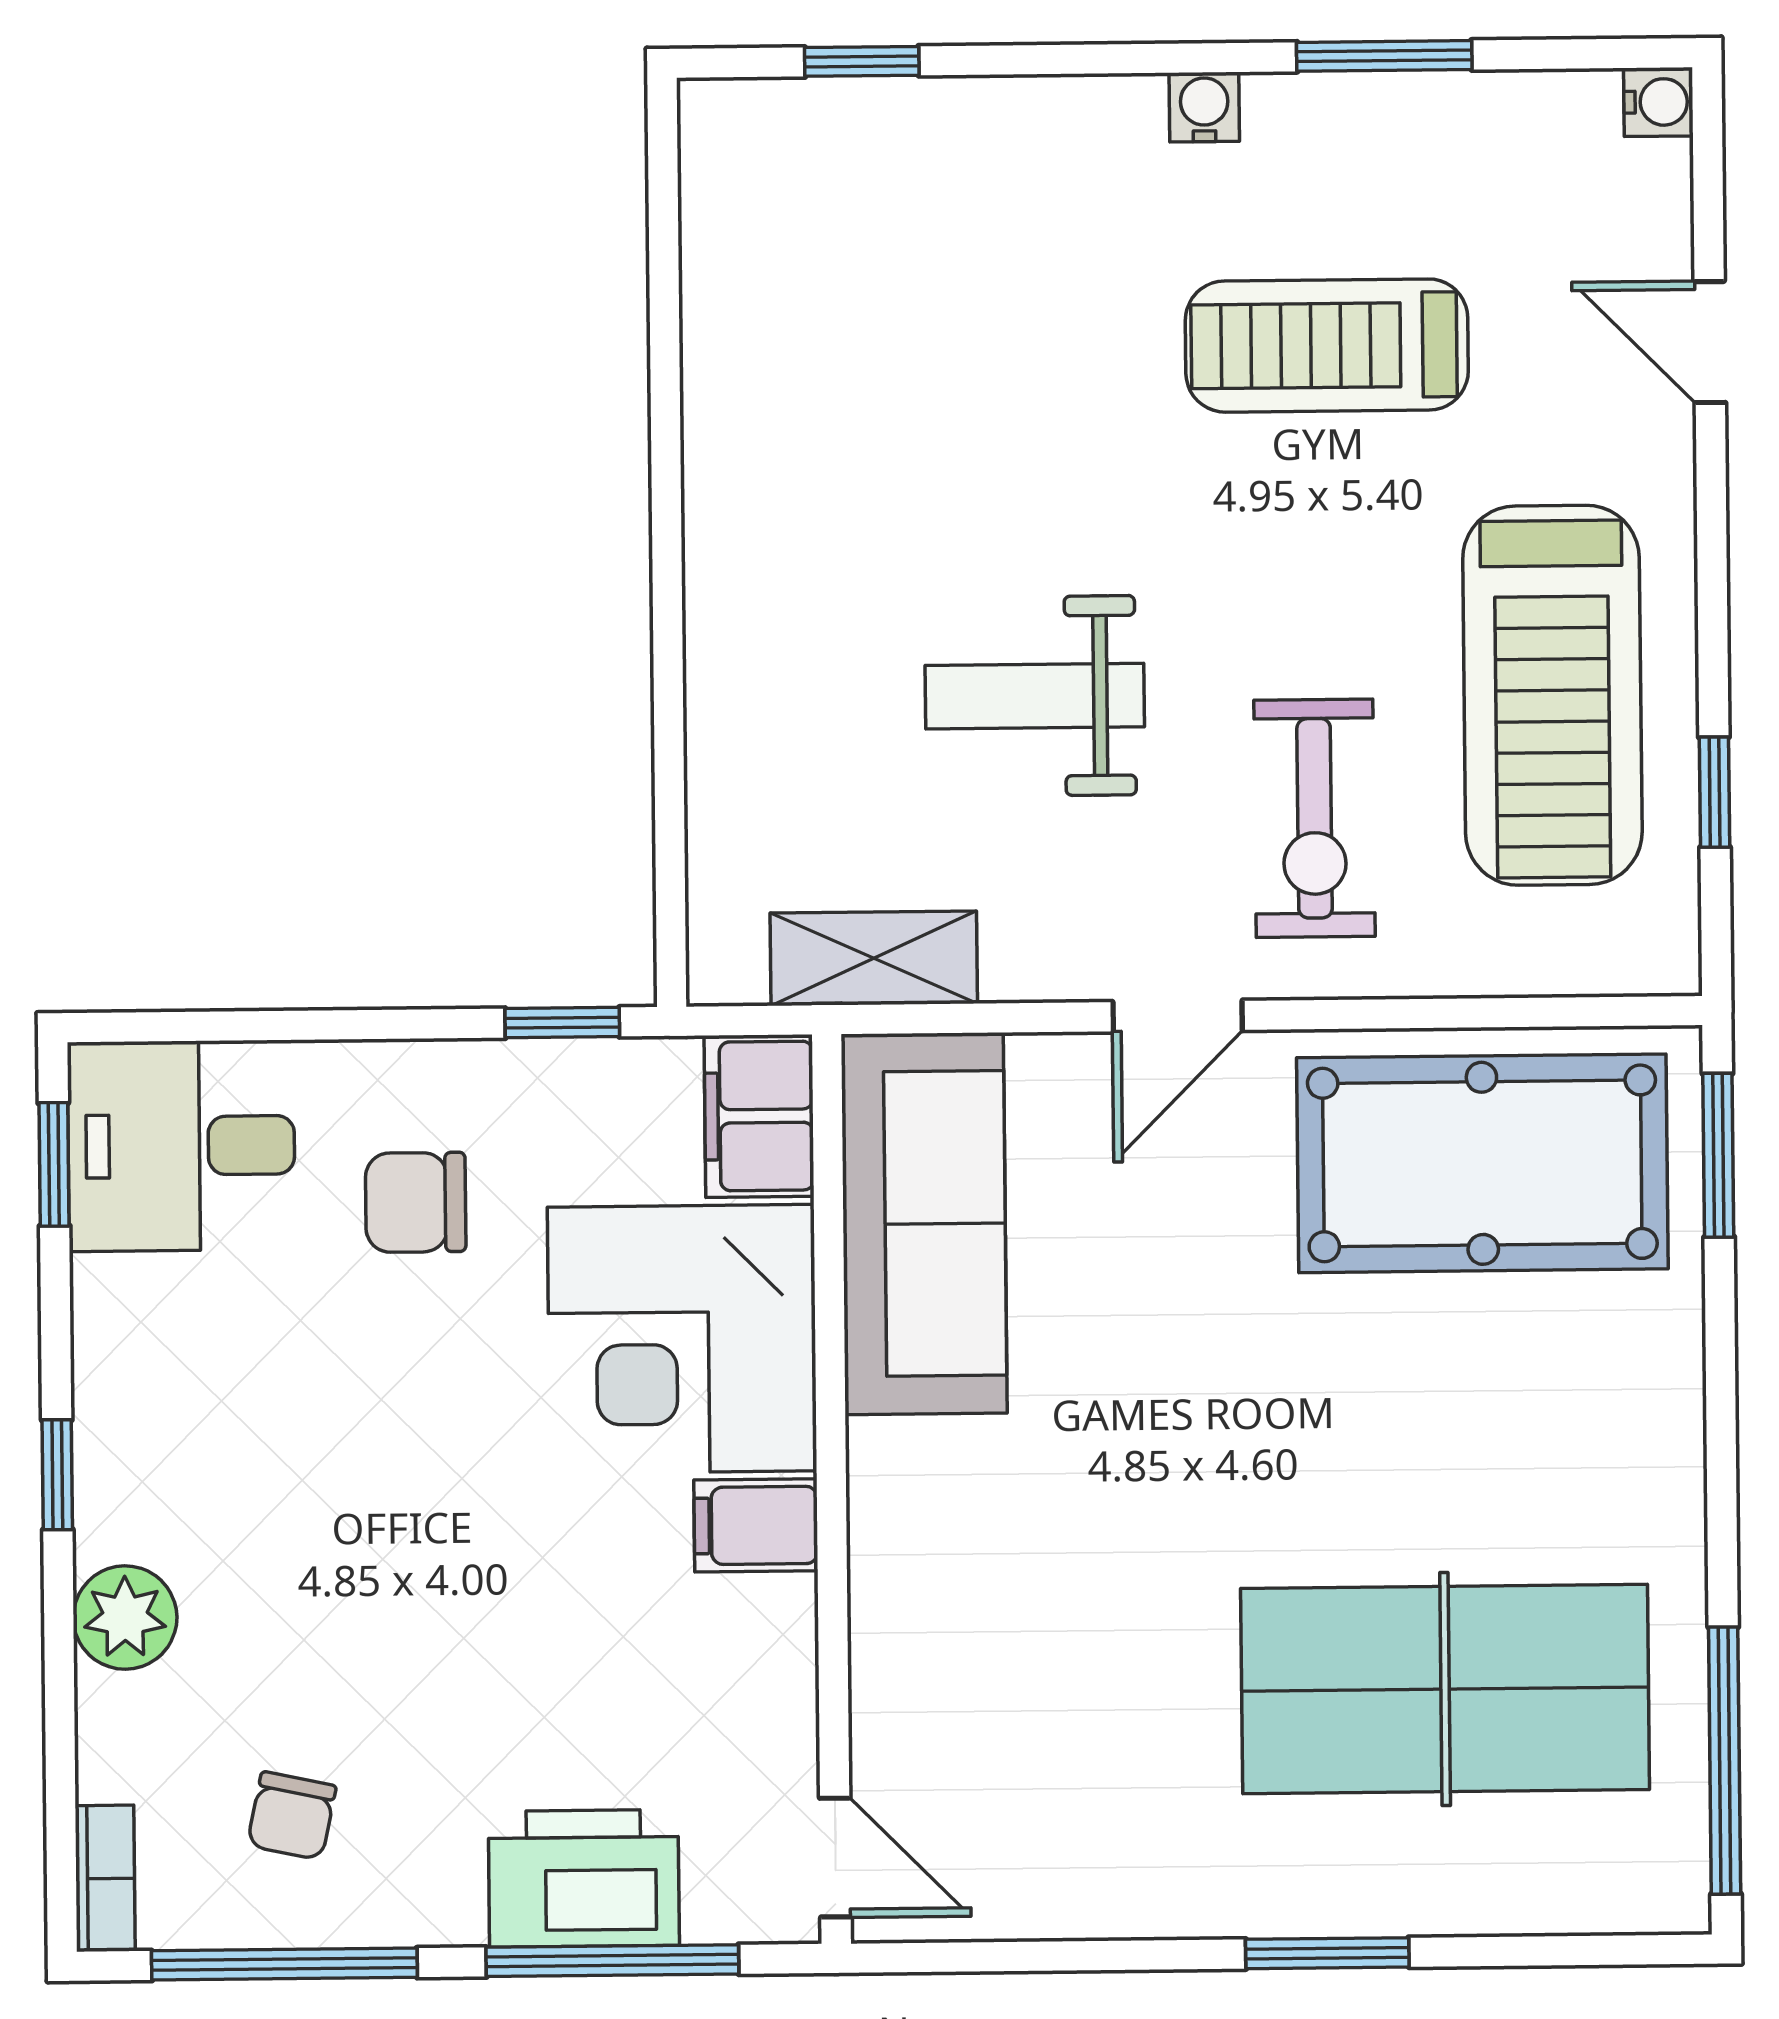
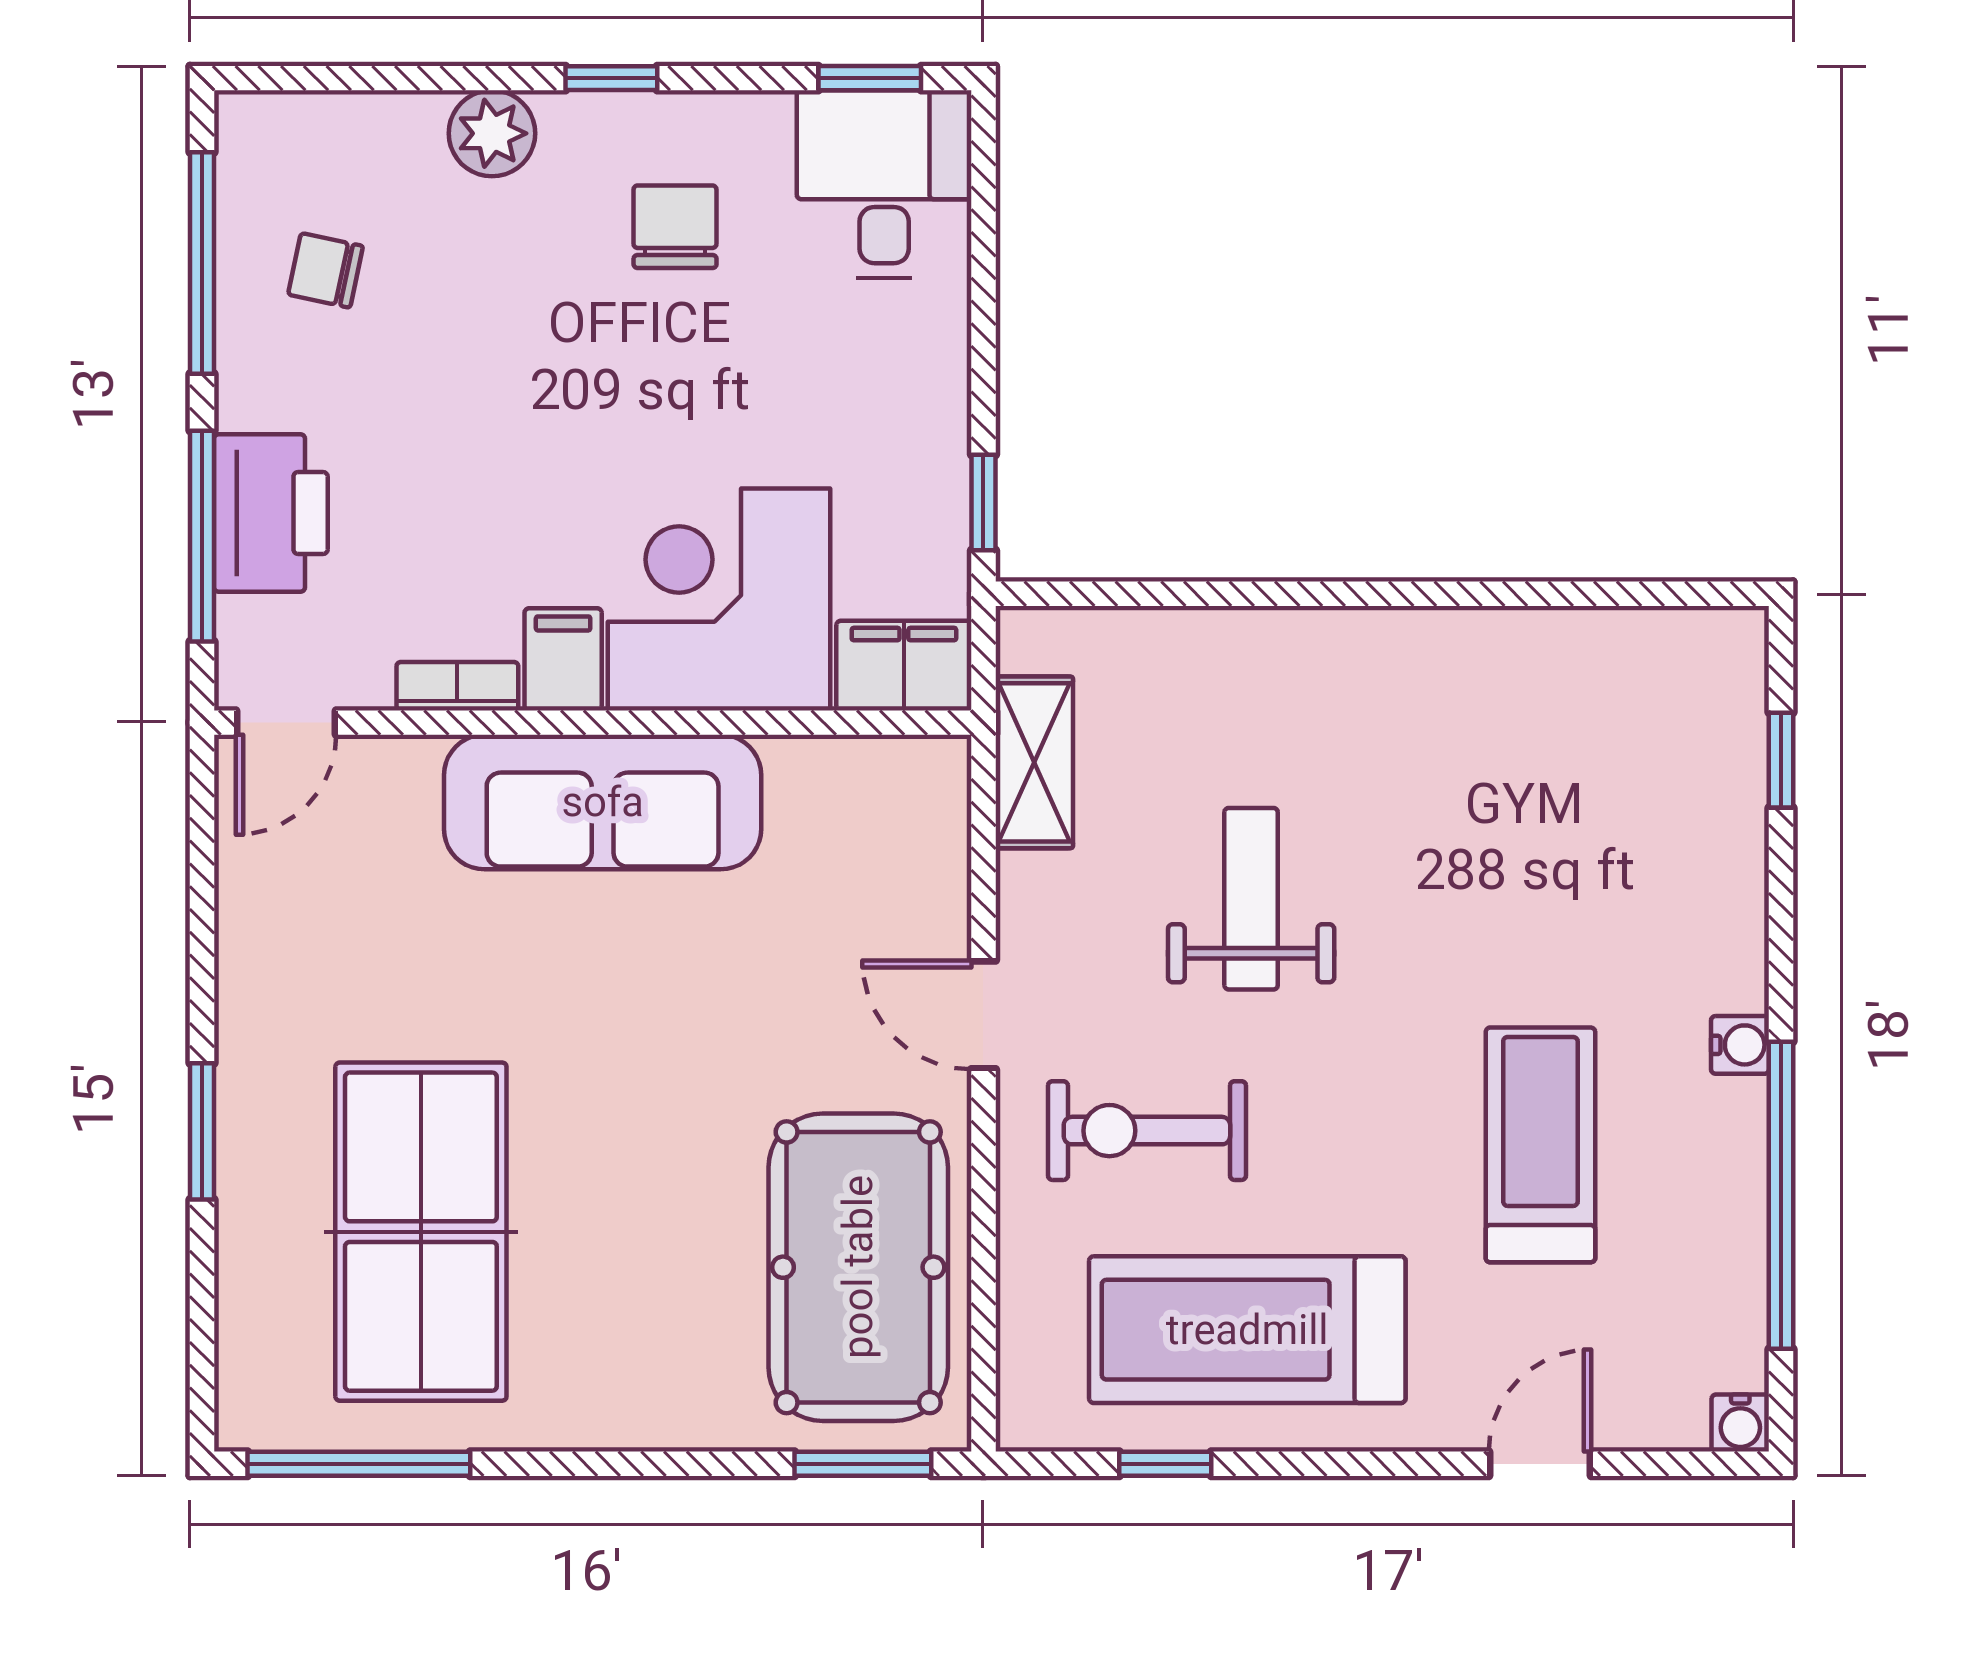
window: (1384, 56) -> (1781, 1195), width x2.11
chair: (416, 1202) -> (675, 227), moved
sofa: (924, 1224) -> (603, 802), moved
bookcase: (105, 1878) -> (457, 686), moved, turned 180

